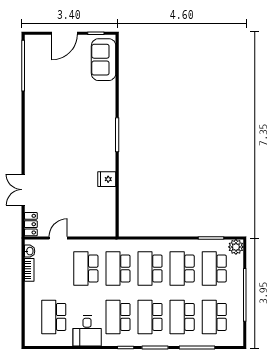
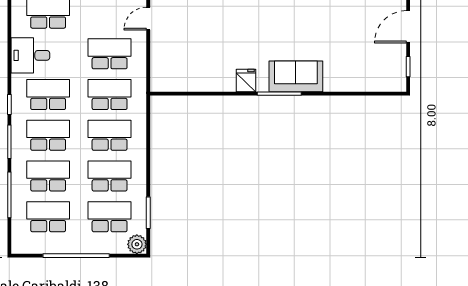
door: (64, 33) -> (408, 27), hinge flipped
sofa: (104, 60) -> (296, 76), moved
fridge: (107, 179) -> (246, 80), moved
door: (58, 238) -> (148, 19), swing flipped

